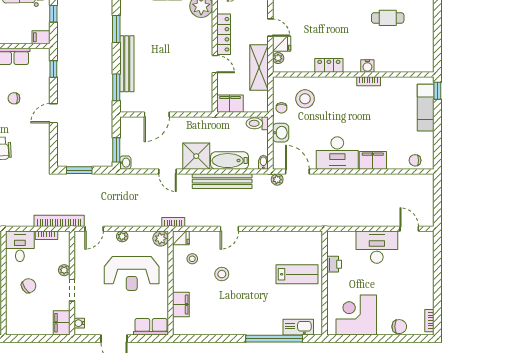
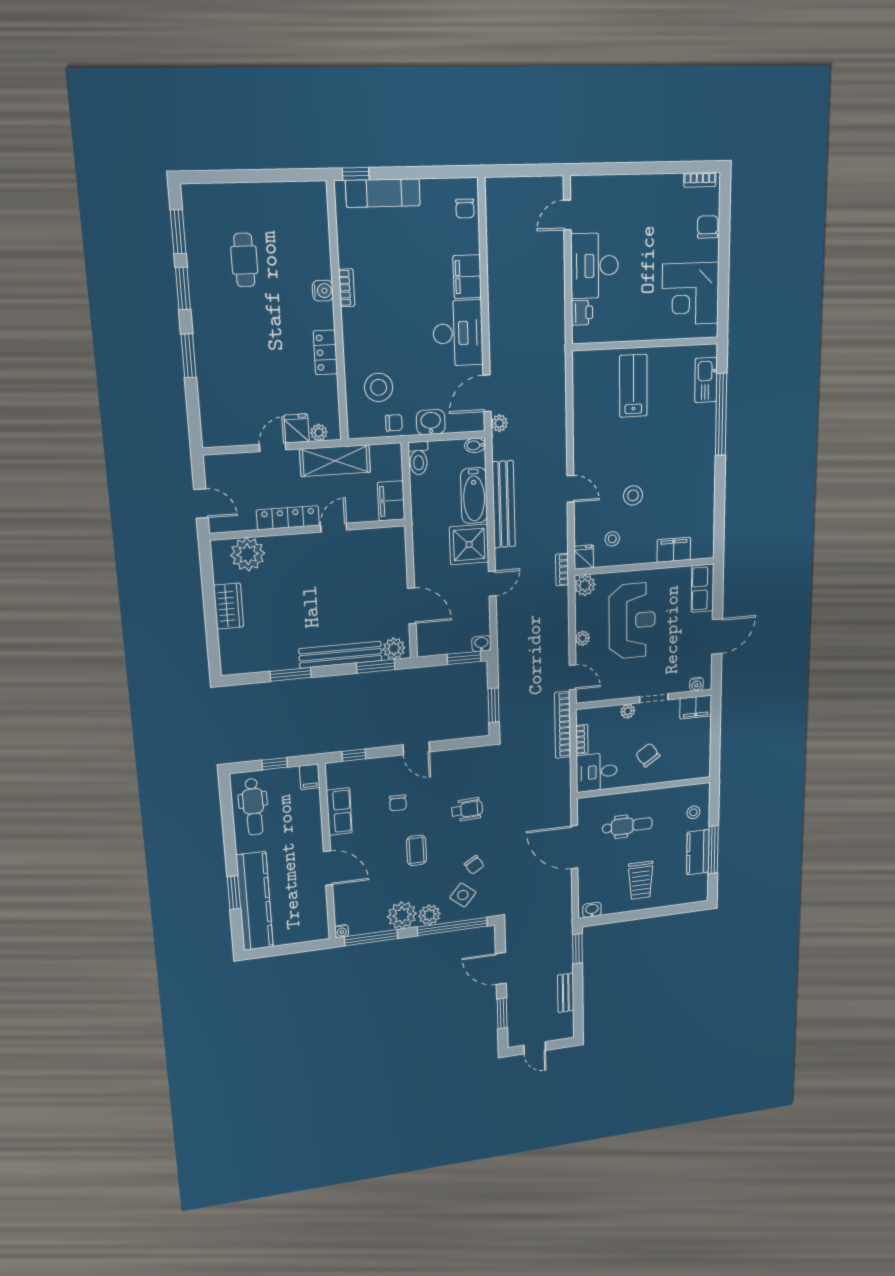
plant: (128, 101) -> (394, 649), added
printer: (334, 264) -> (582, 313), moved, turned 90

